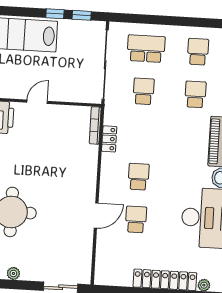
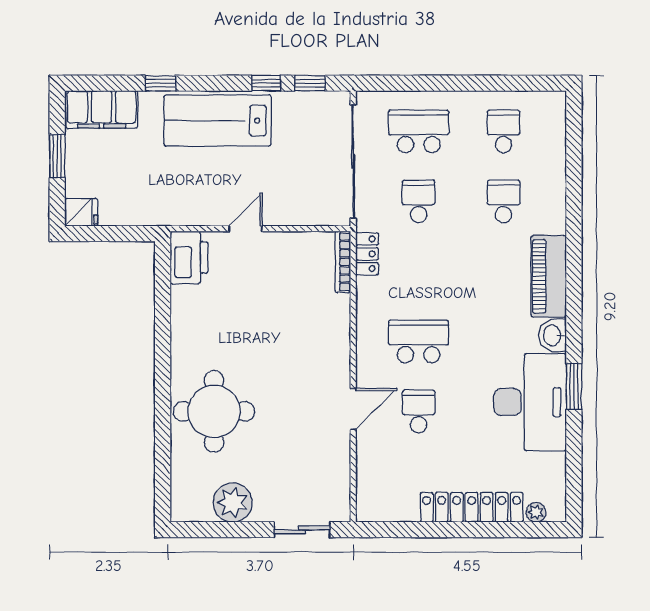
locker: (109, 139) -> (367, 254), moved
school desk: (139, 177) -> (419, 341), width x1.85
plant: (13, 273) -> (233, 503), width x1.88, depth x1.88

